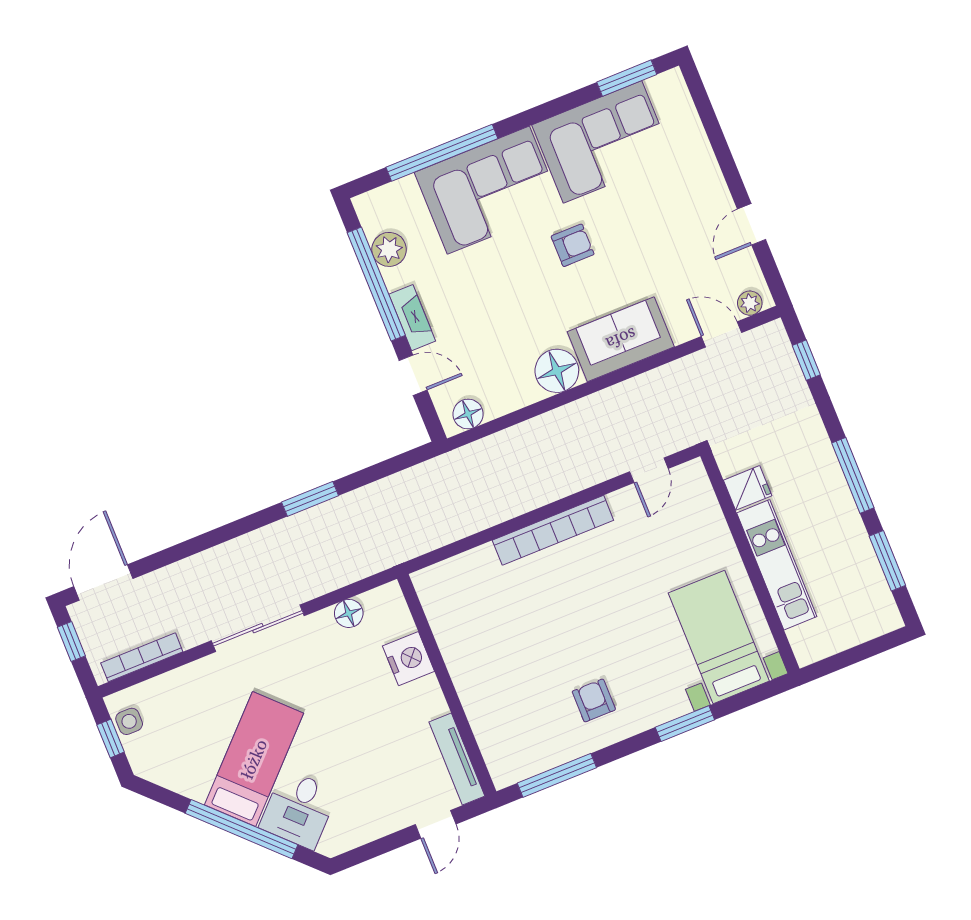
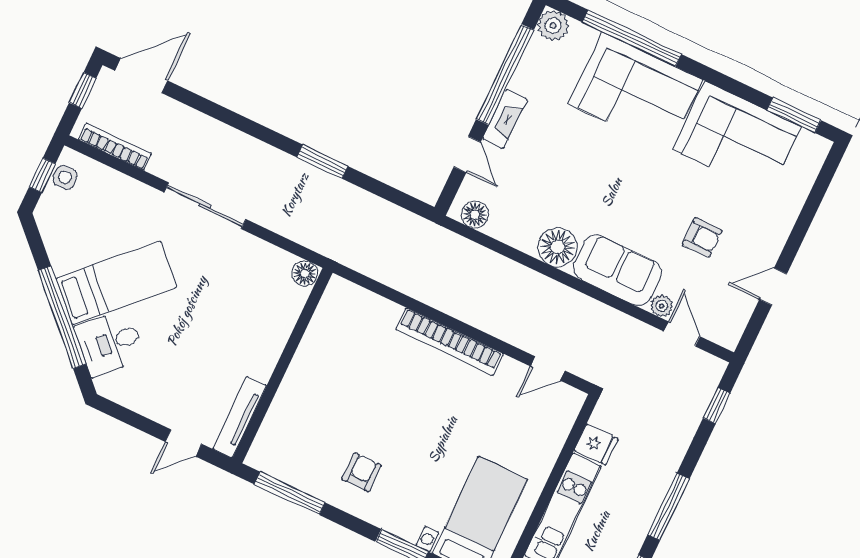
armchair: (573, 245) -> (702, 237), moved
plant: (389, 249) -> (553, 26), moved
plant: (750, 303) -> (662, 306), moved
floor lamp: (349, 613) -> (305, 273), moved
nightstand: (408, 659) -> (277, 324), removed

